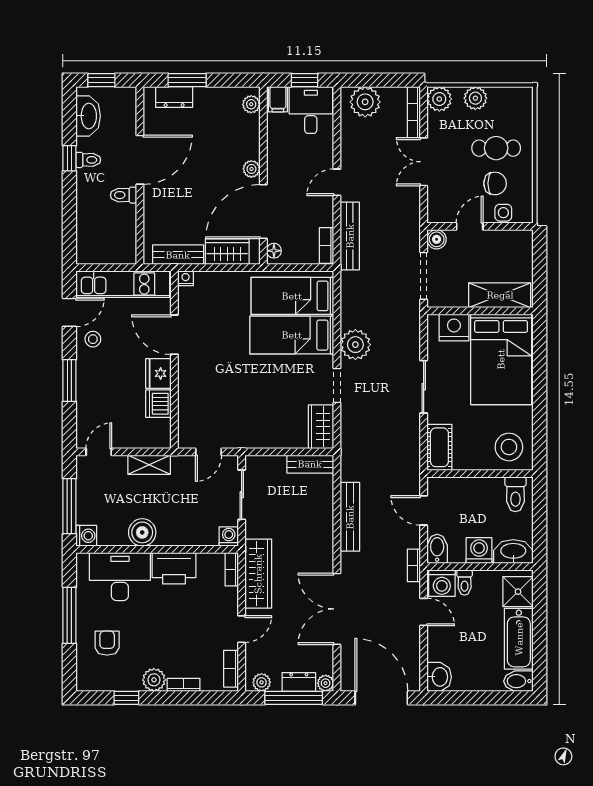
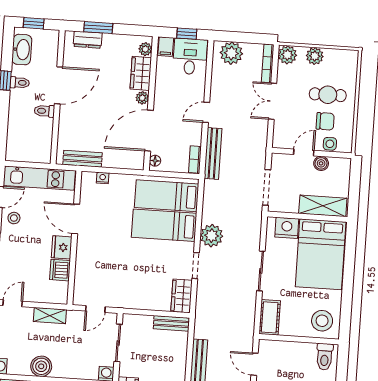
boiler: (437, 239) -> (321, 163), moved
wardrobe: (227, 252) -> (141, 73), moved, turned -90
nightstand: (186, 278) -> (103, 178), moved

